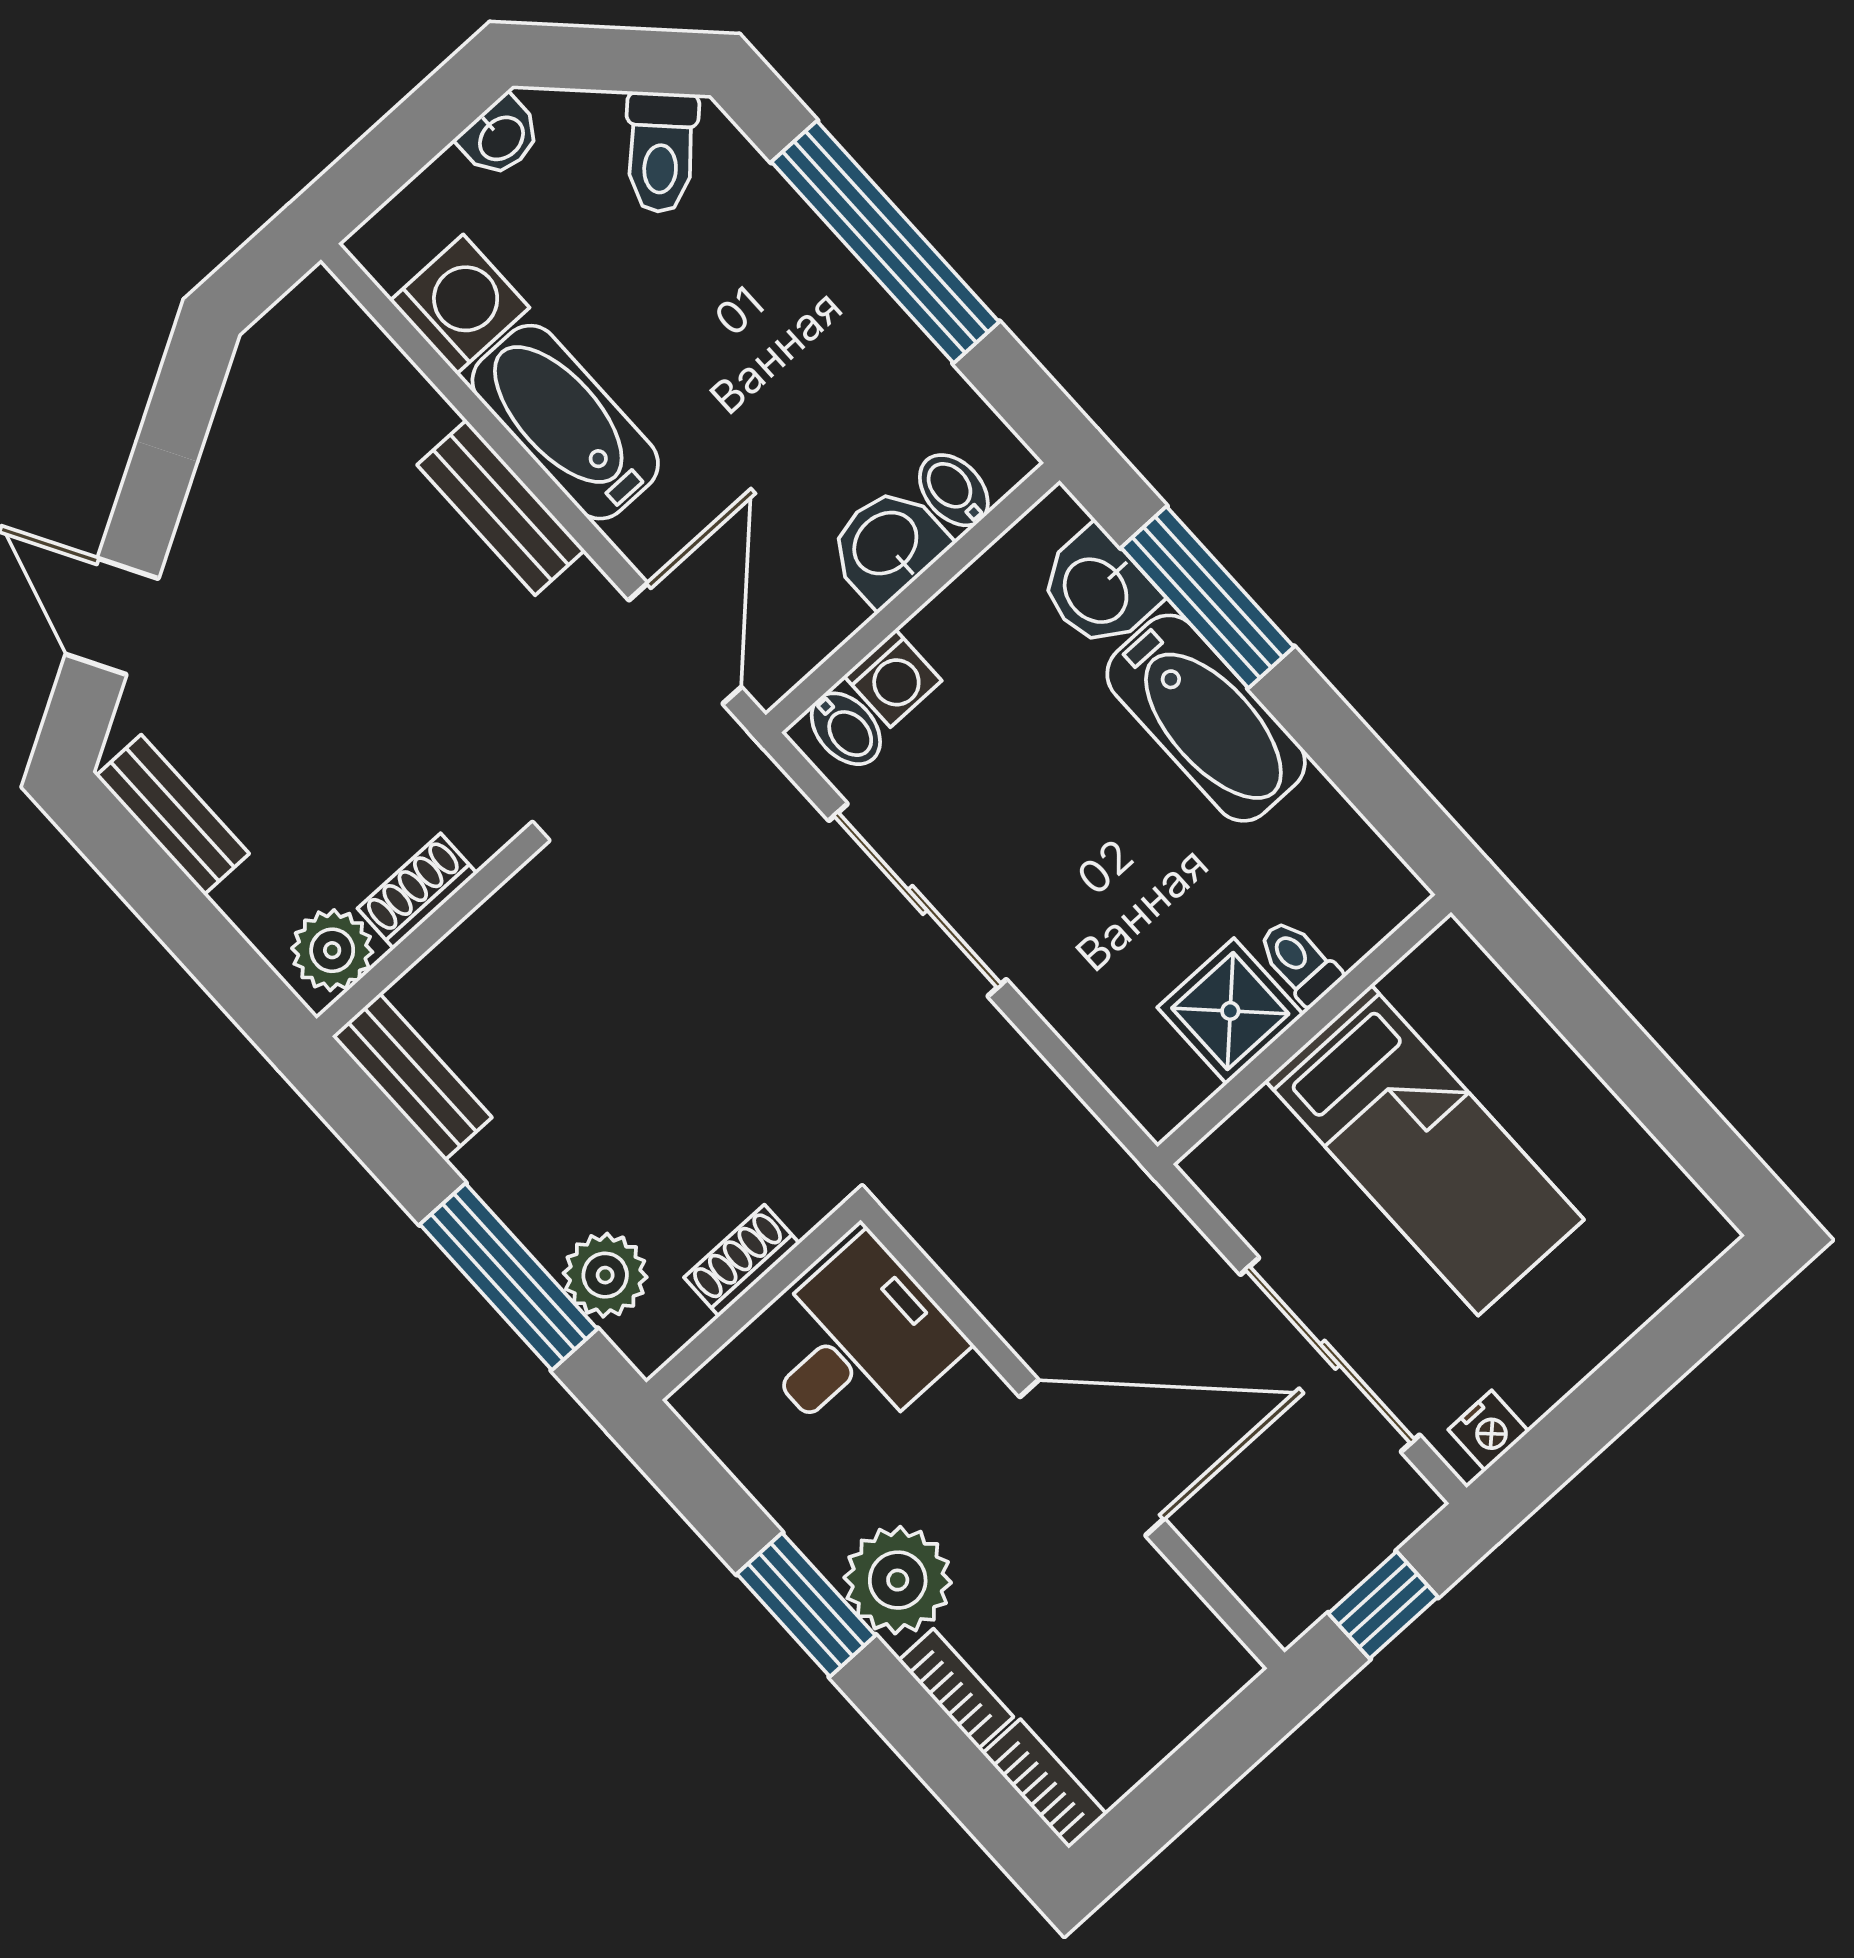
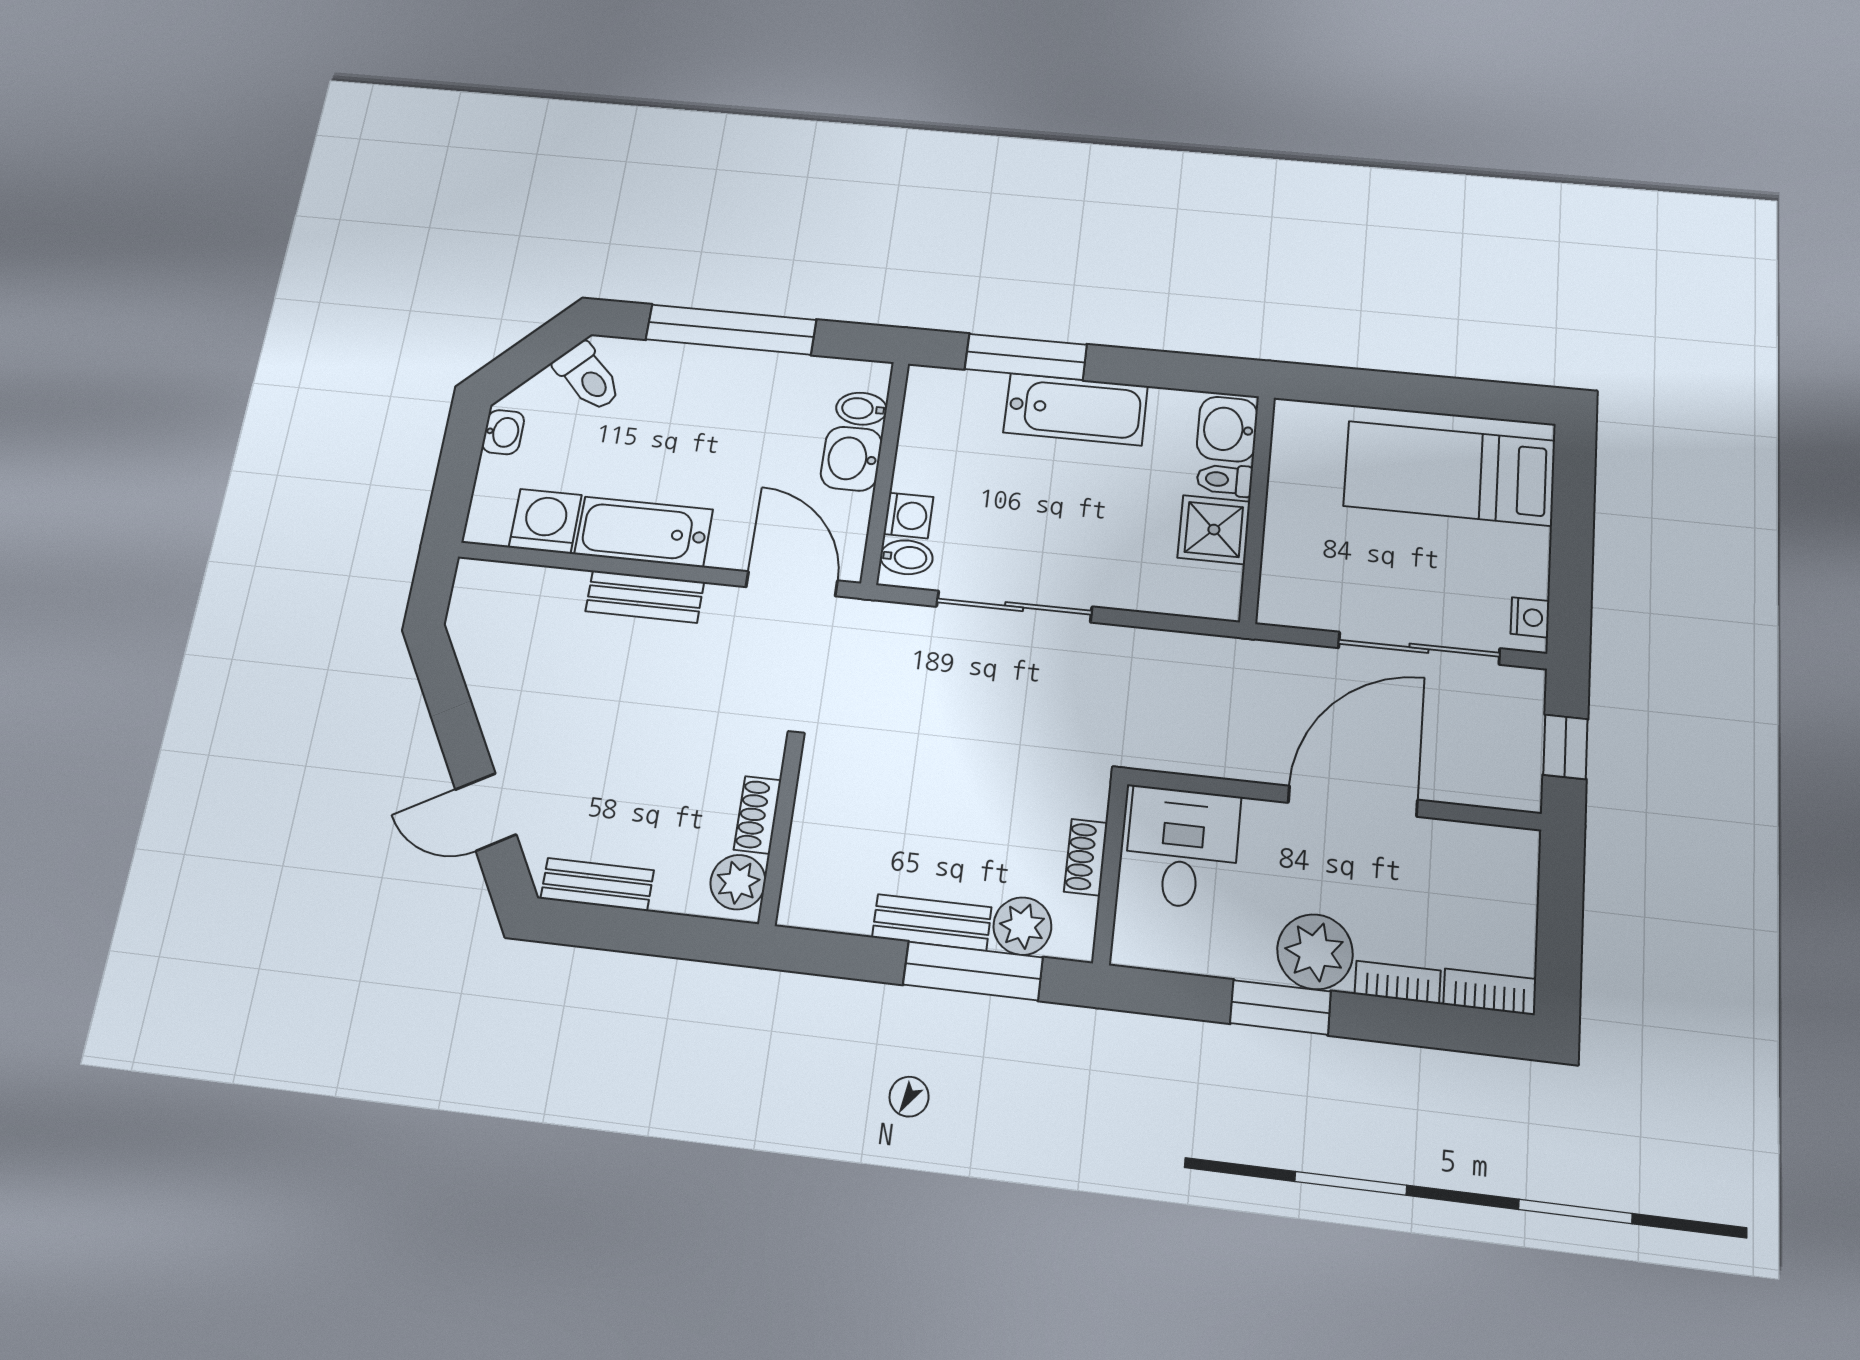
washbasin: (1098, 589) -> (1227, 429), moved, turned 90
bench: (412, 1077) -> (932, 922), moved
bed: (1425, 1150) -> (1449, 473), moved, turned 180

